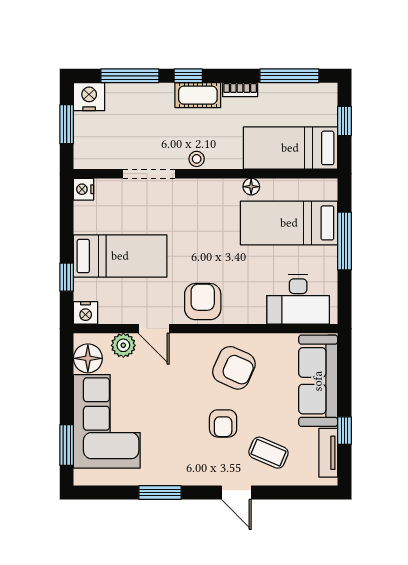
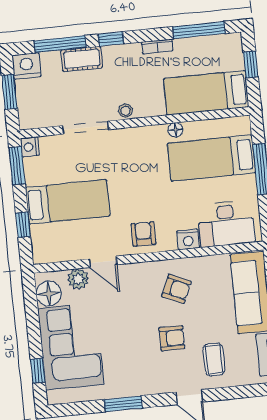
cot: (198, 95) -> (82, 59), moved
window: (67, 209) -> (17, 166), added
armchair: (203, 302) -> (143, 234), width x0.72, depth x0.72
nightstand: (86, 313) -> (188, 239), moved
armchair: (234, 368) -> (176, 289), width x0.72, depth x0.72
armchair: (223, 423) -> (172, 338), turned -90
window: (67, 445) -> (38, 371), width x0.67
coffee table: (268, 453) -> (214, 360), turned 67

